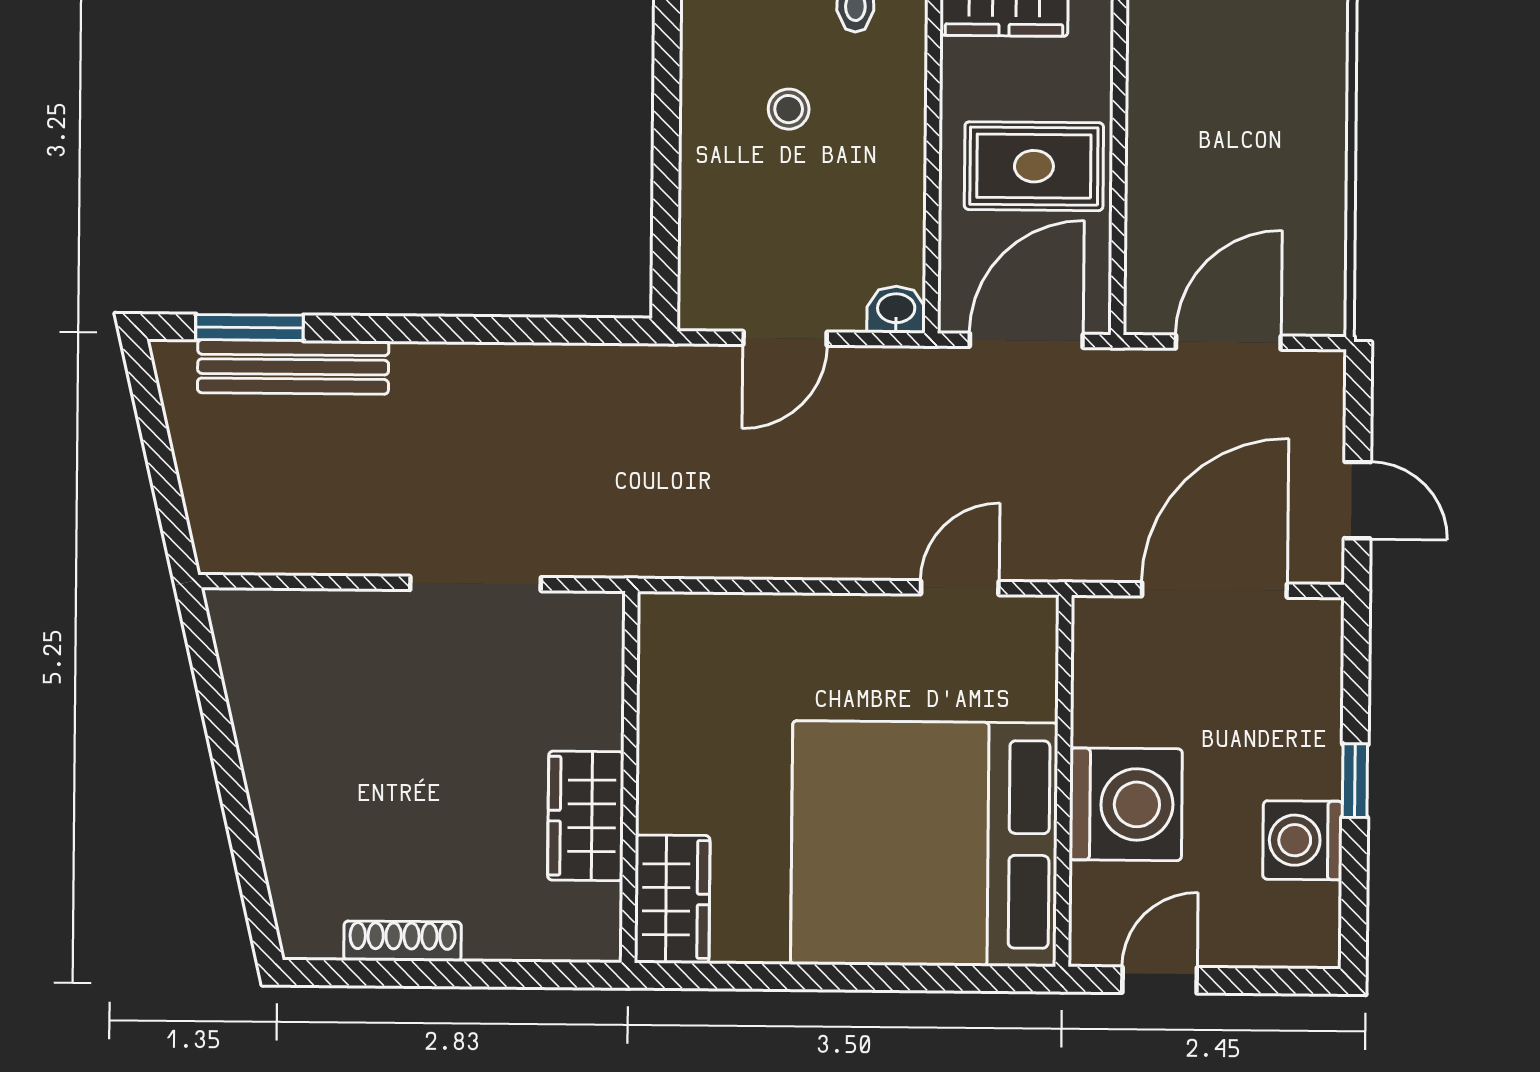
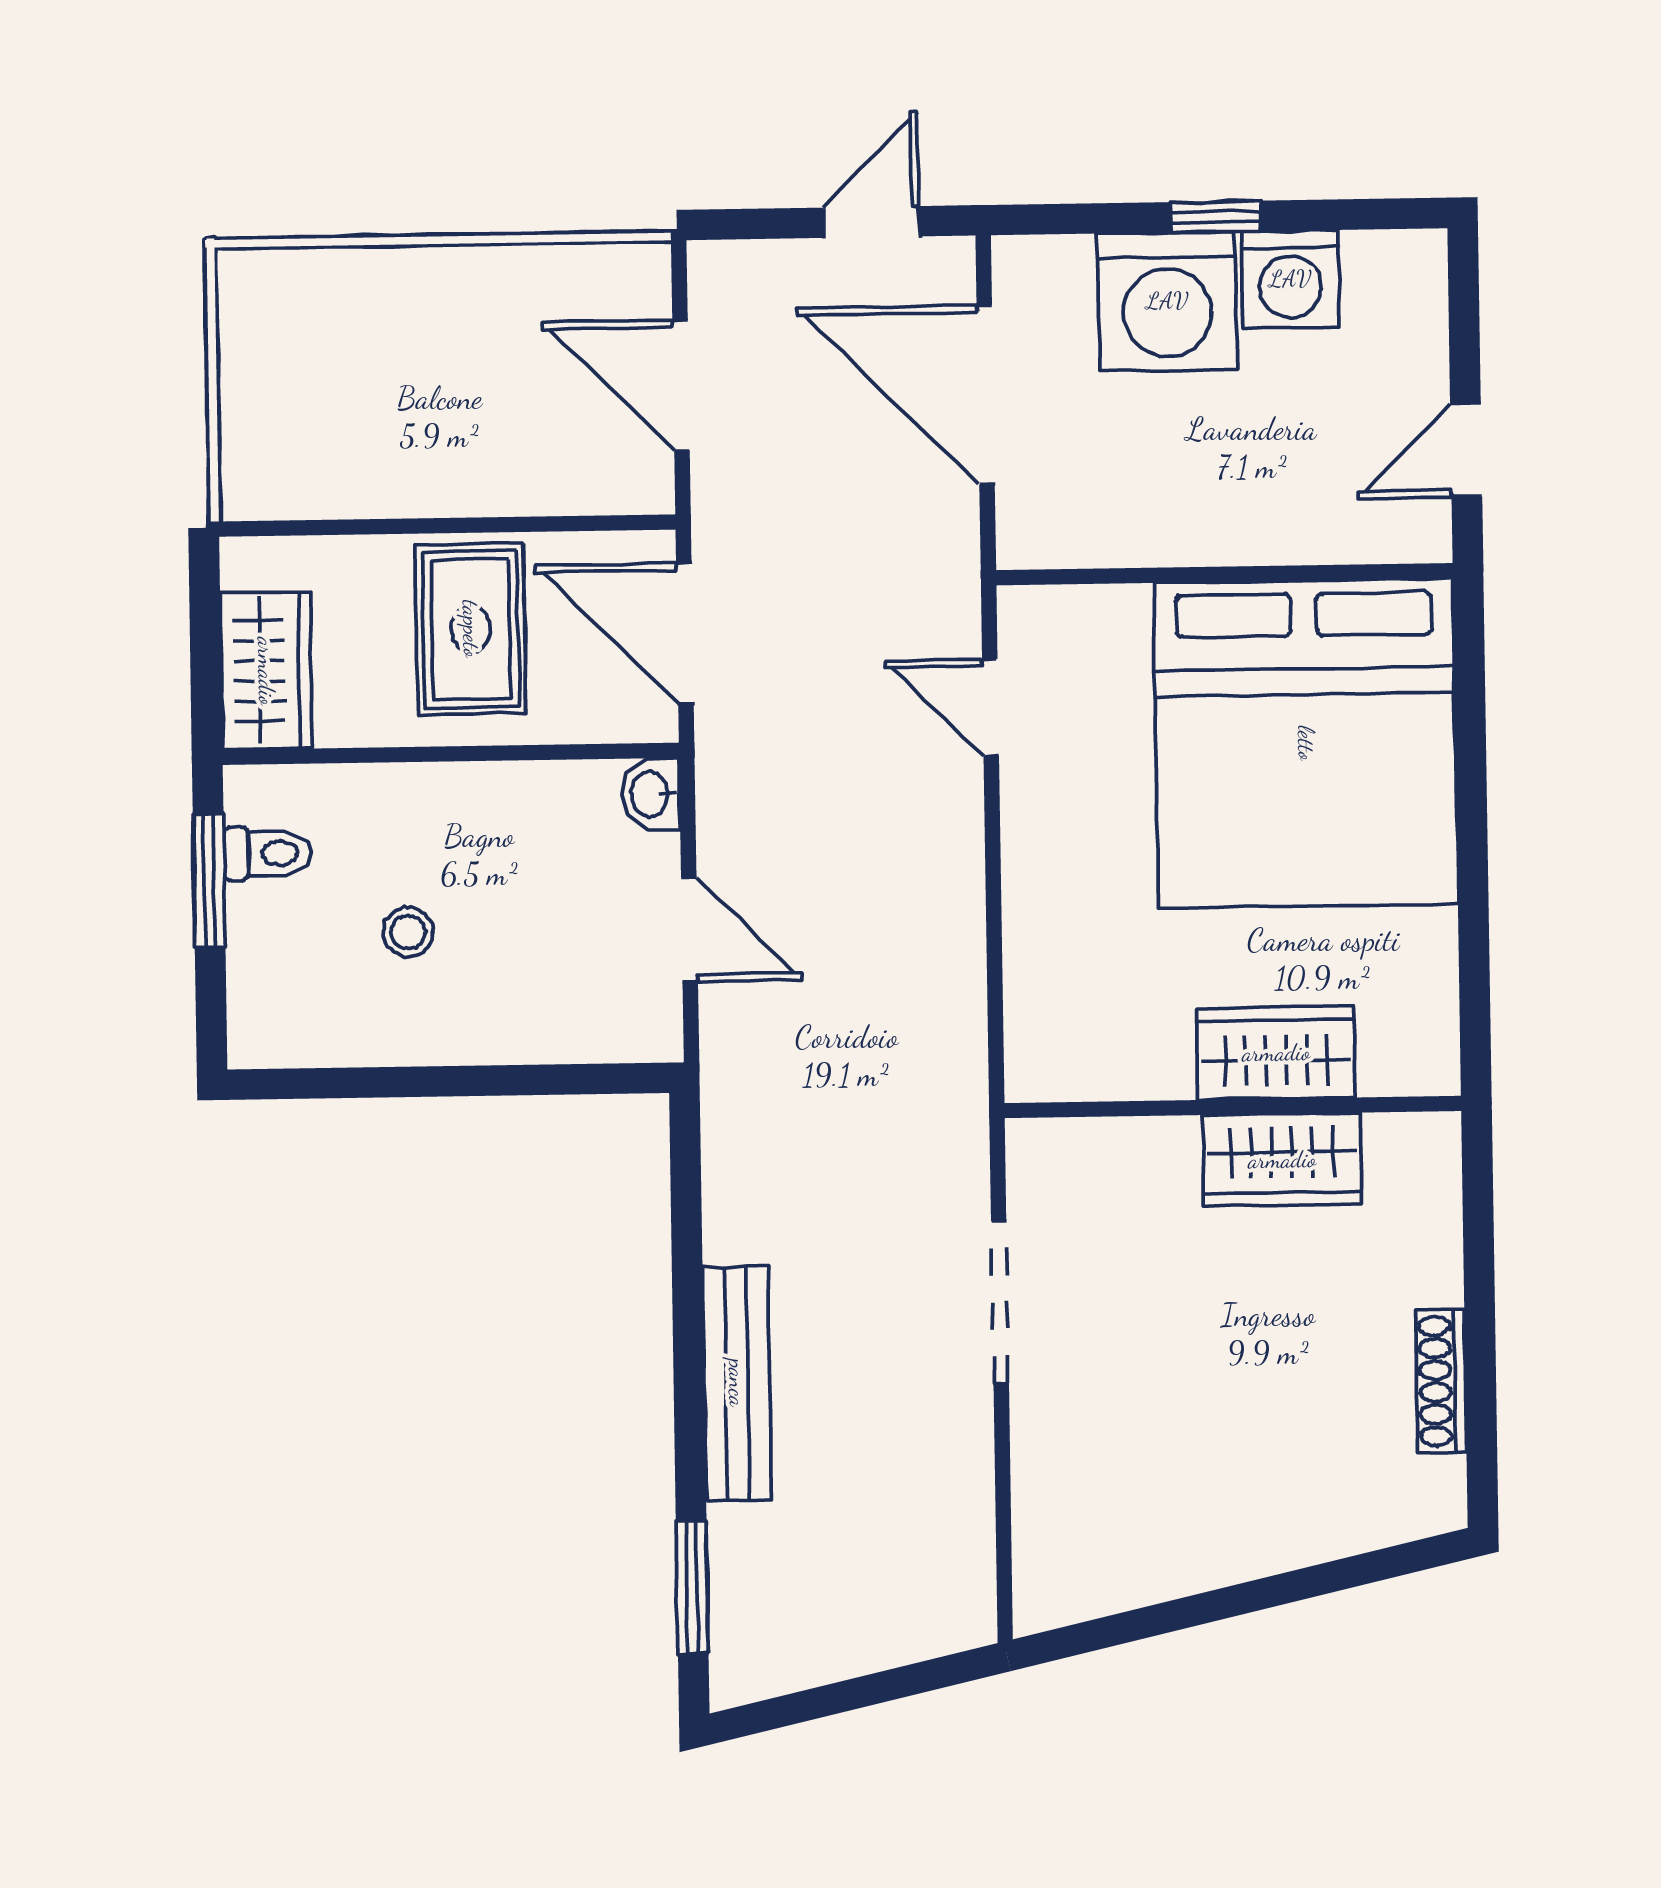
bench: (293, 367) -> (737, 1383), moved
washing machine: (1126, 804) -> (1167, 301), moved, turned 180
wardrobe: (672, 899) -> (1276, 1053), moved
door: (1160, 980) -> (1466, 450), hinge flipped

